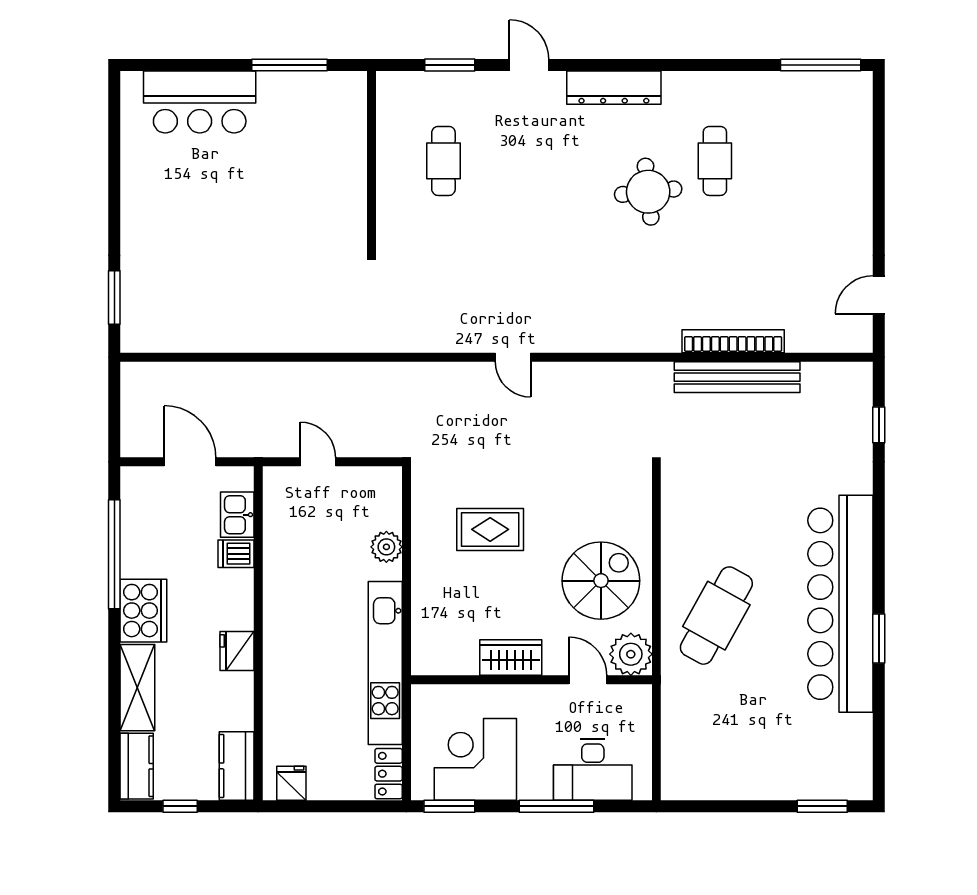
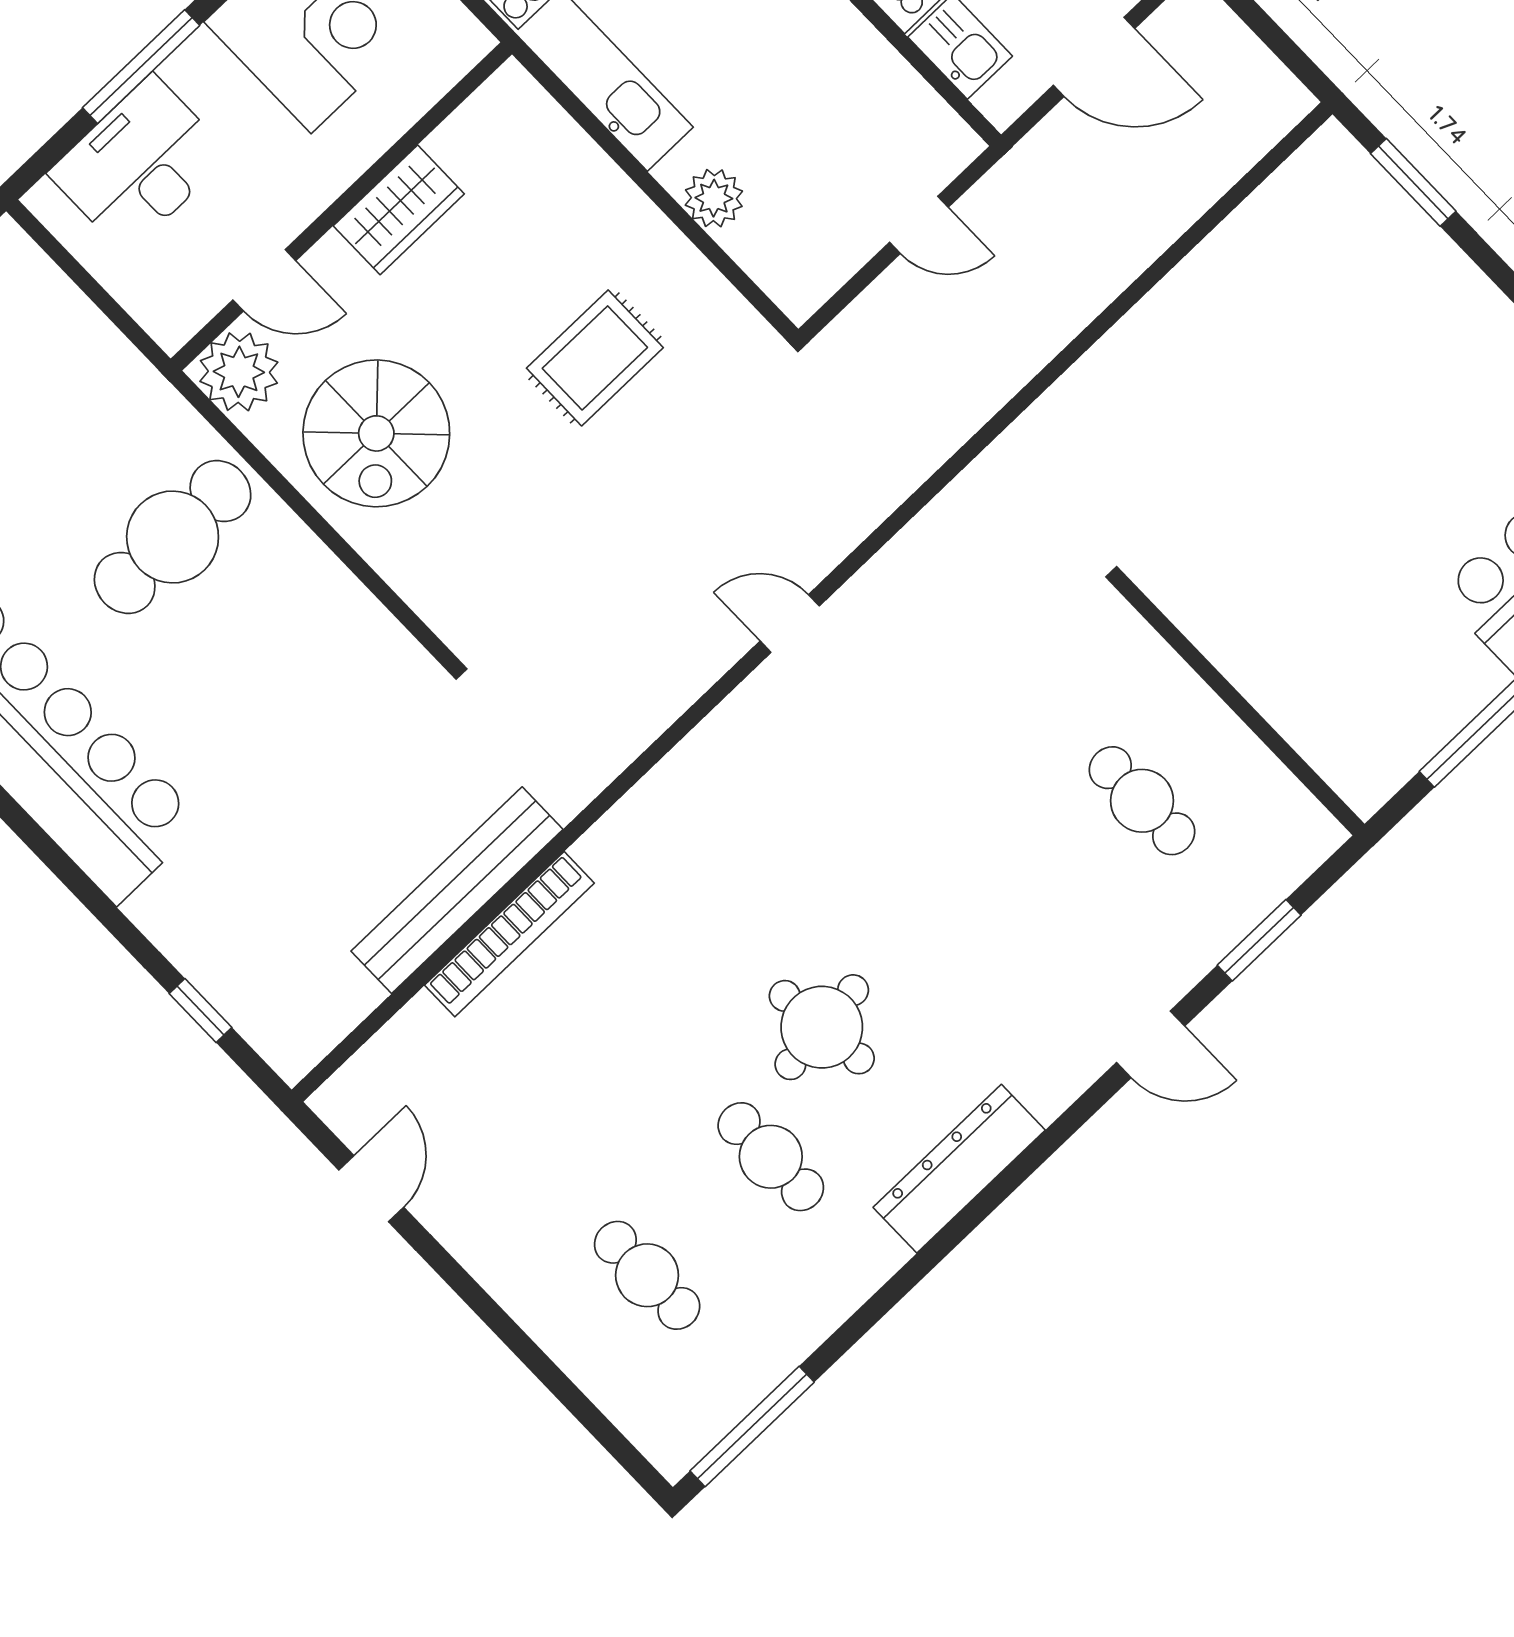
dresser: (614, 88) -> (959, 1169), moved
cafe table: (805, 161) -> (647, 1275), added
cafe table: (716, 616) -> (173, 537), turned 61

